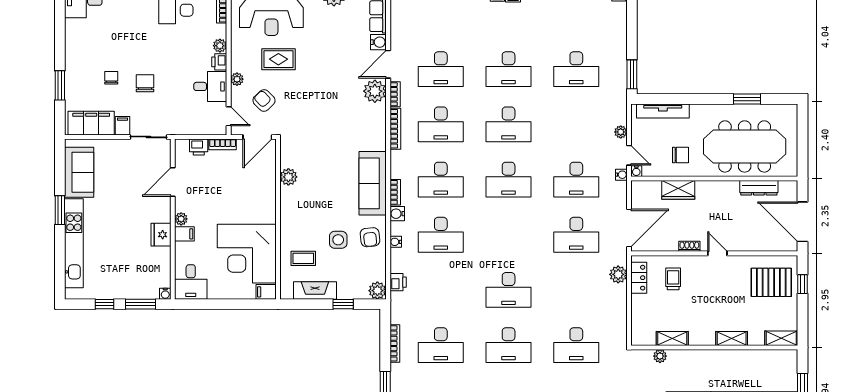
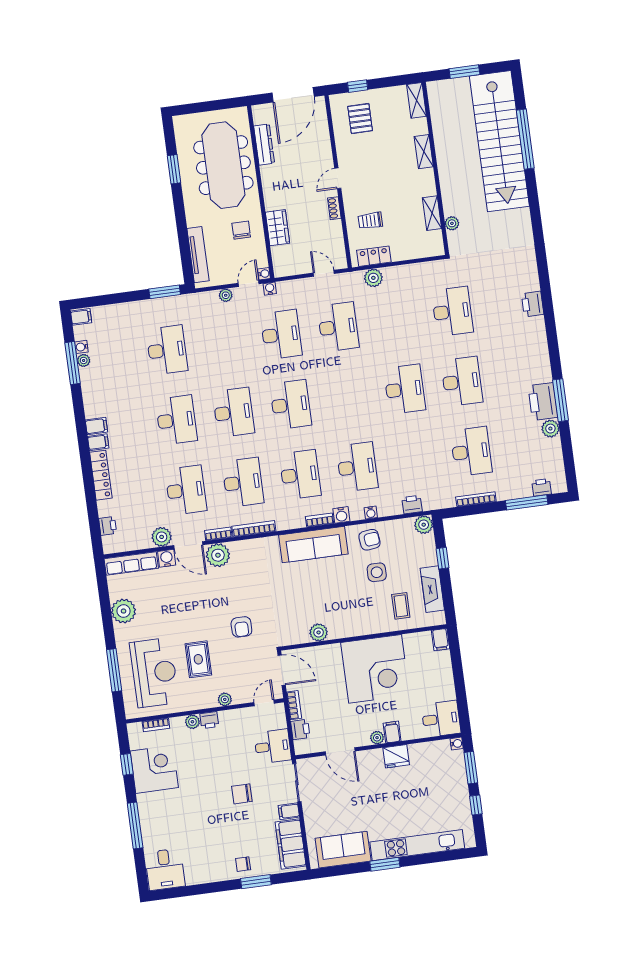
plant: (399, 40) -> (162, 537), added
chair: (111, 78) -> (243, 864), moved
desk: (210, 86) -> (273, 746), moved, turned 90
armchair: (264, 100) -> (241, 627), moved, turned -46
door: (629, 228) -> (324, 273), width x0.53
corner desk: (247, 254) -> (375, 669), moved
pallet: (771, 282) -> (360, 119), width x0.67, depth x0.71

